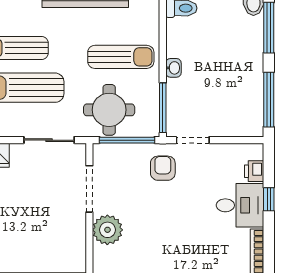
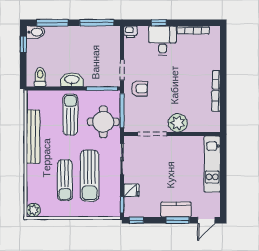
washbasin: (173, 68) -> (72, 80), width x1.91, depth x1.45
armchair: (163, 168) -> (139, 88), turned 180
printer: (254, 171) -> (130, 32), moved

